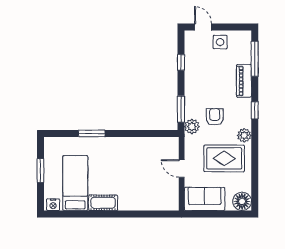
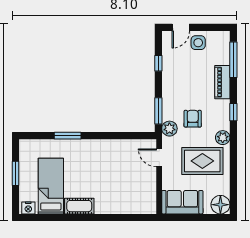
door: (203, 27) -> (181, 27), swing flipped
door: (182, 168) -> (159, 158), moved

